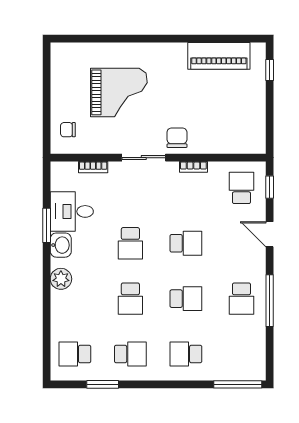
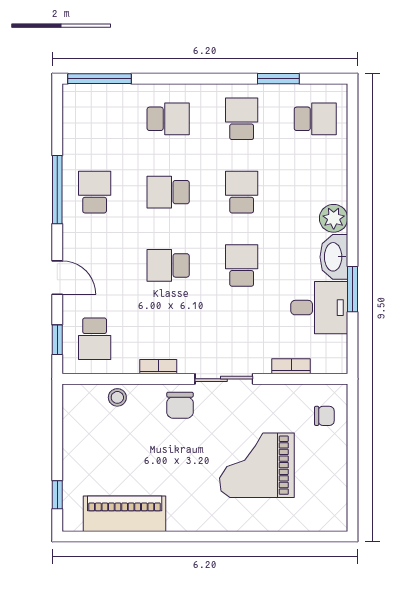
stool: (224, 144) -> (117, 397), added
washbasin: (61, 245) -> (334, 257), width x1.38
school desk: (130, 354) -> (242, 119), turned 90

